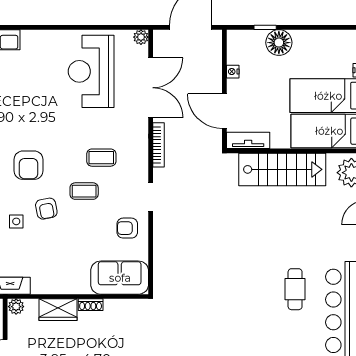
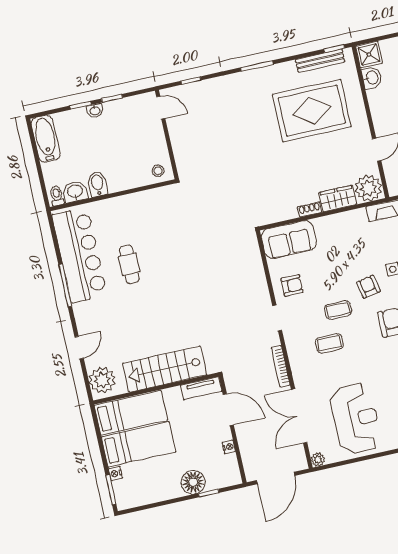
plant: (16, 307) -> (368, 188), width x1.88, depth x1.88

